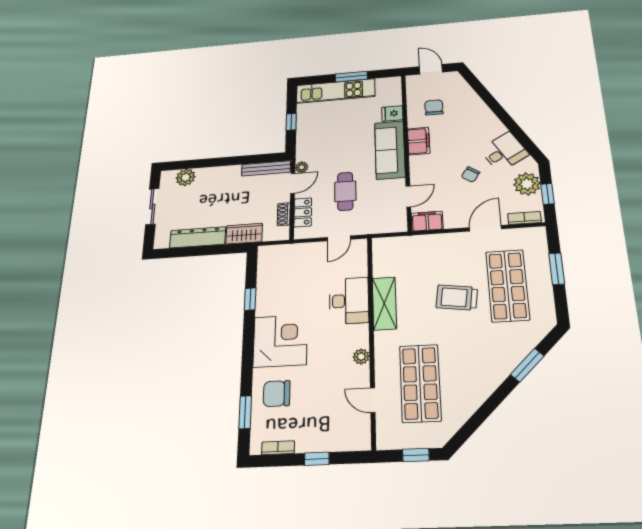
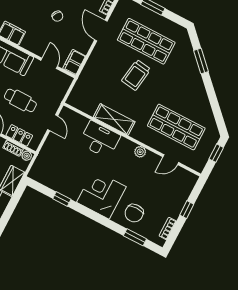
plant: (283, 233) -> (27, 156), added

